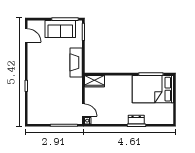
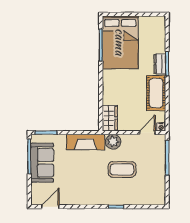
plant: (76, 84) -> (113, 142), added
coffee table: (55, 91) -> (122, 169), added
cot: (114, 117) -> (156, 93), added

